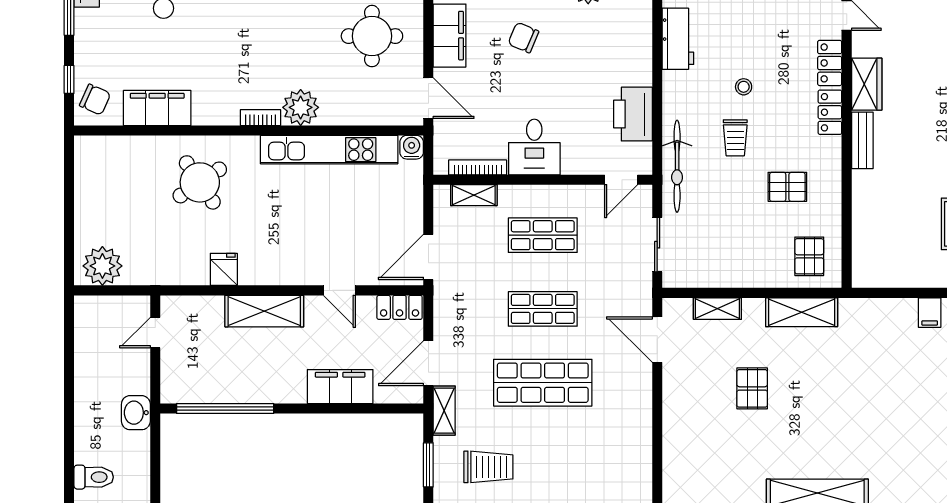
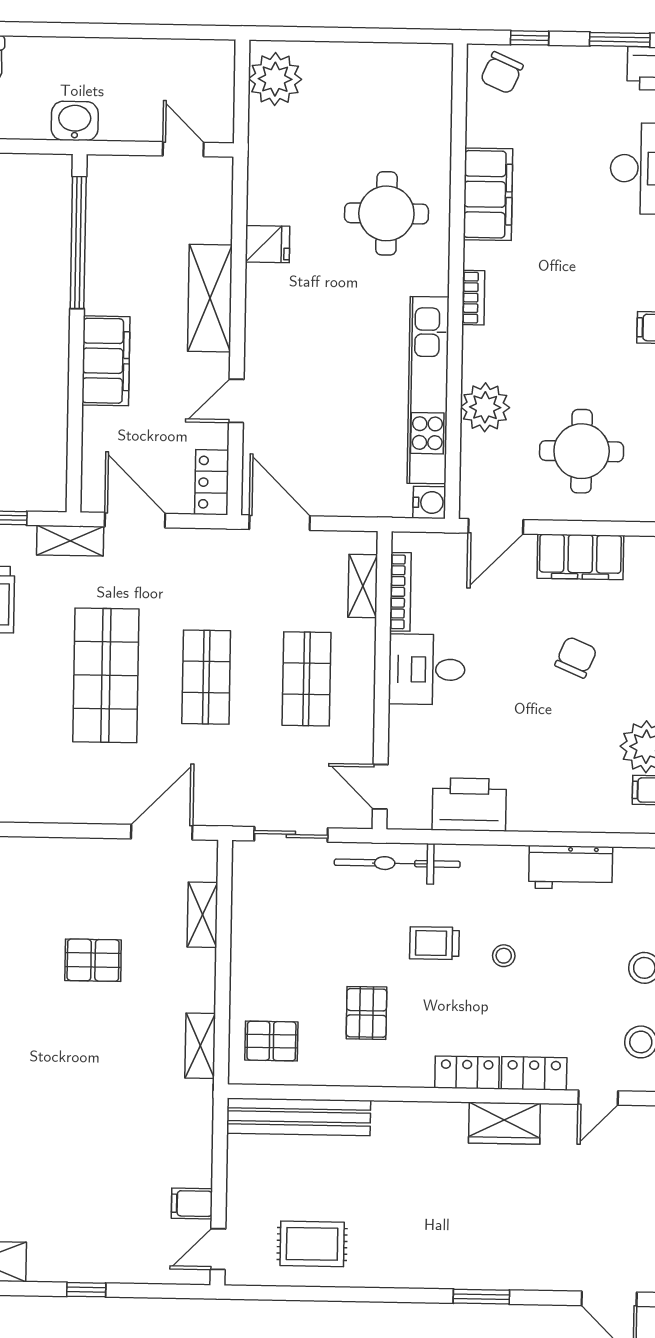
plant: (301, 107) -> (485, 407), moved
filing cabinet: (157, 108) -> (488, 194), moved
bench: (862, 140) -> (299, 1117), moved, width x1.86, depth x1.21
round table: (200, 182) -> (386, 213), turned 34
shelving: (802, 312) -> (200, 1046), width x0.67, depth x0.75
filing cabinet: (340, 387) -> (106, 361), moved

